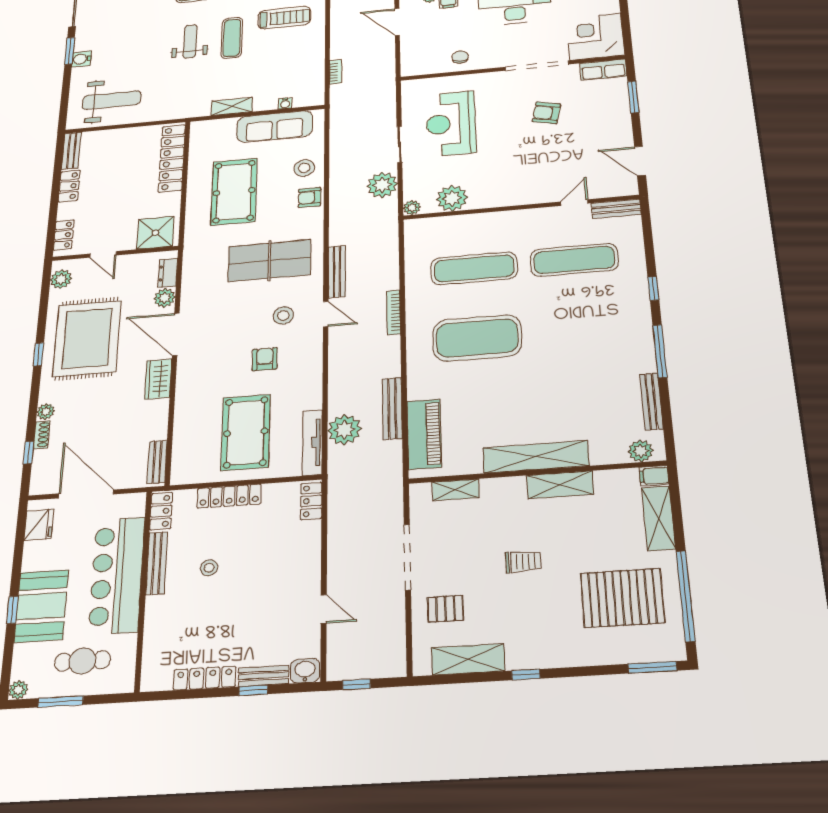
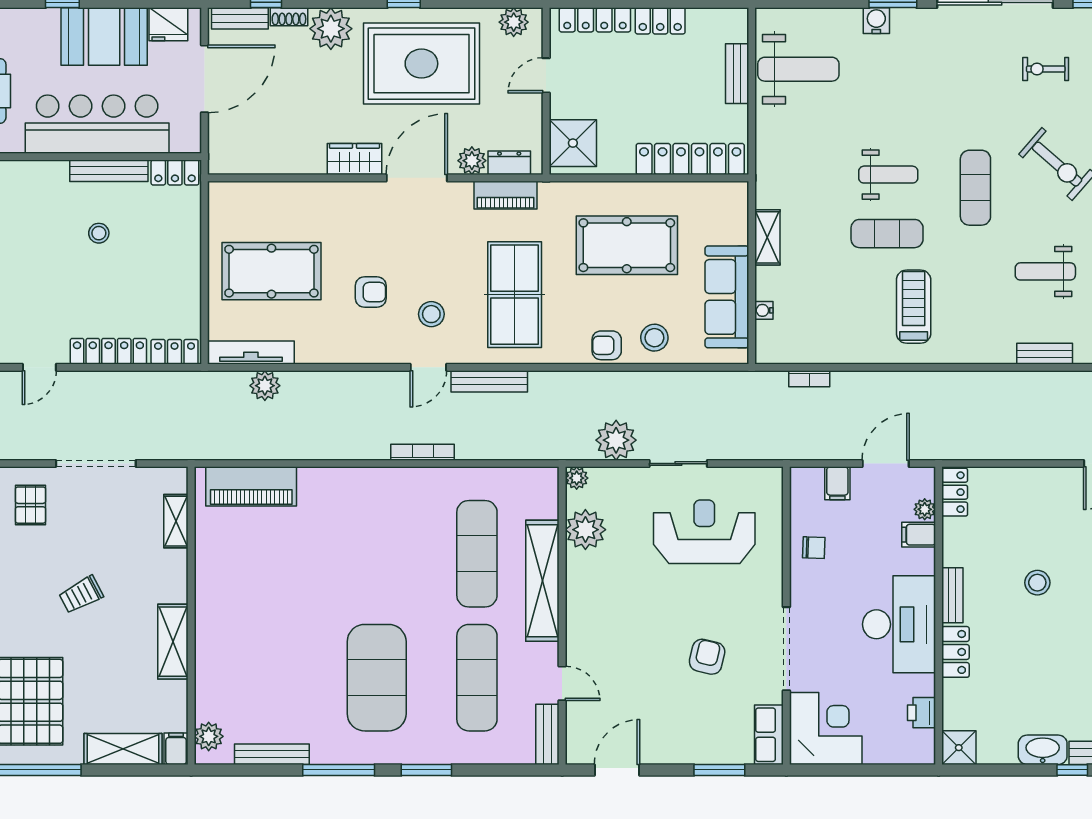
treadmill: (284, 18) -> (914, 307), turned 180
filing cabinet: (412, 48) -> (837, 483), added
weight bench: (112, 100) -> (798, 69), turned -90
bench: (71, 151) -> (737, 74), moved, turned 90
armchair: (310, 197) -> (607, 345), turned -90
locker: (64, 235) -> (595, 20), width x1.53
piano: (192, 273) -> (506, 195), added
window: (653, 288) -> (426, 770), width x1.50
exercise mat: (477, 338) -> (377, 678), moved
bench: (392, 408) -> (289, 449), removed
plant: (46, 412) -> (331, 29), width x1.87, depth x1.87
plant: (344, 430) -> (265, 386), width x0.73, depth x0.73
shelving: (536, 457) -> (542, 581), moved
bench: (157, 462) -> (240, 18), moved
locker: (229, 496) -> (108, 351), moved, turned 90
trolley: (523, 562) -> (81, 595), turned 62
booth: (41, 606) -> (104, 36), moved

